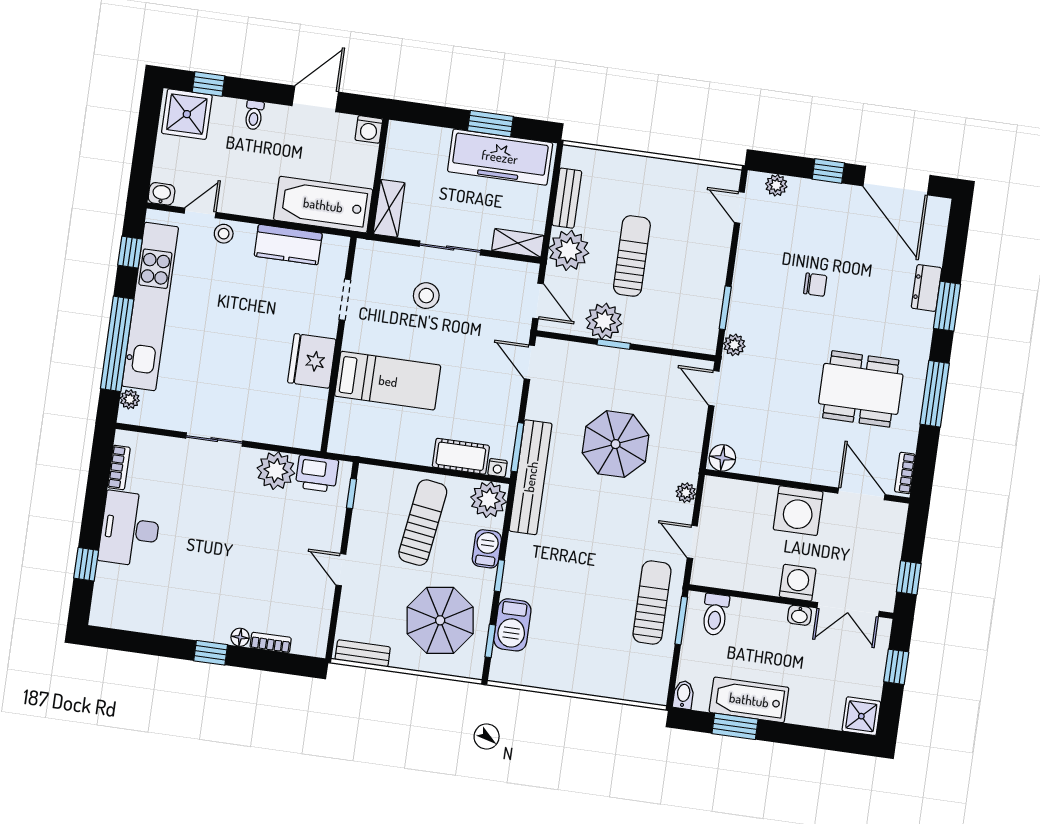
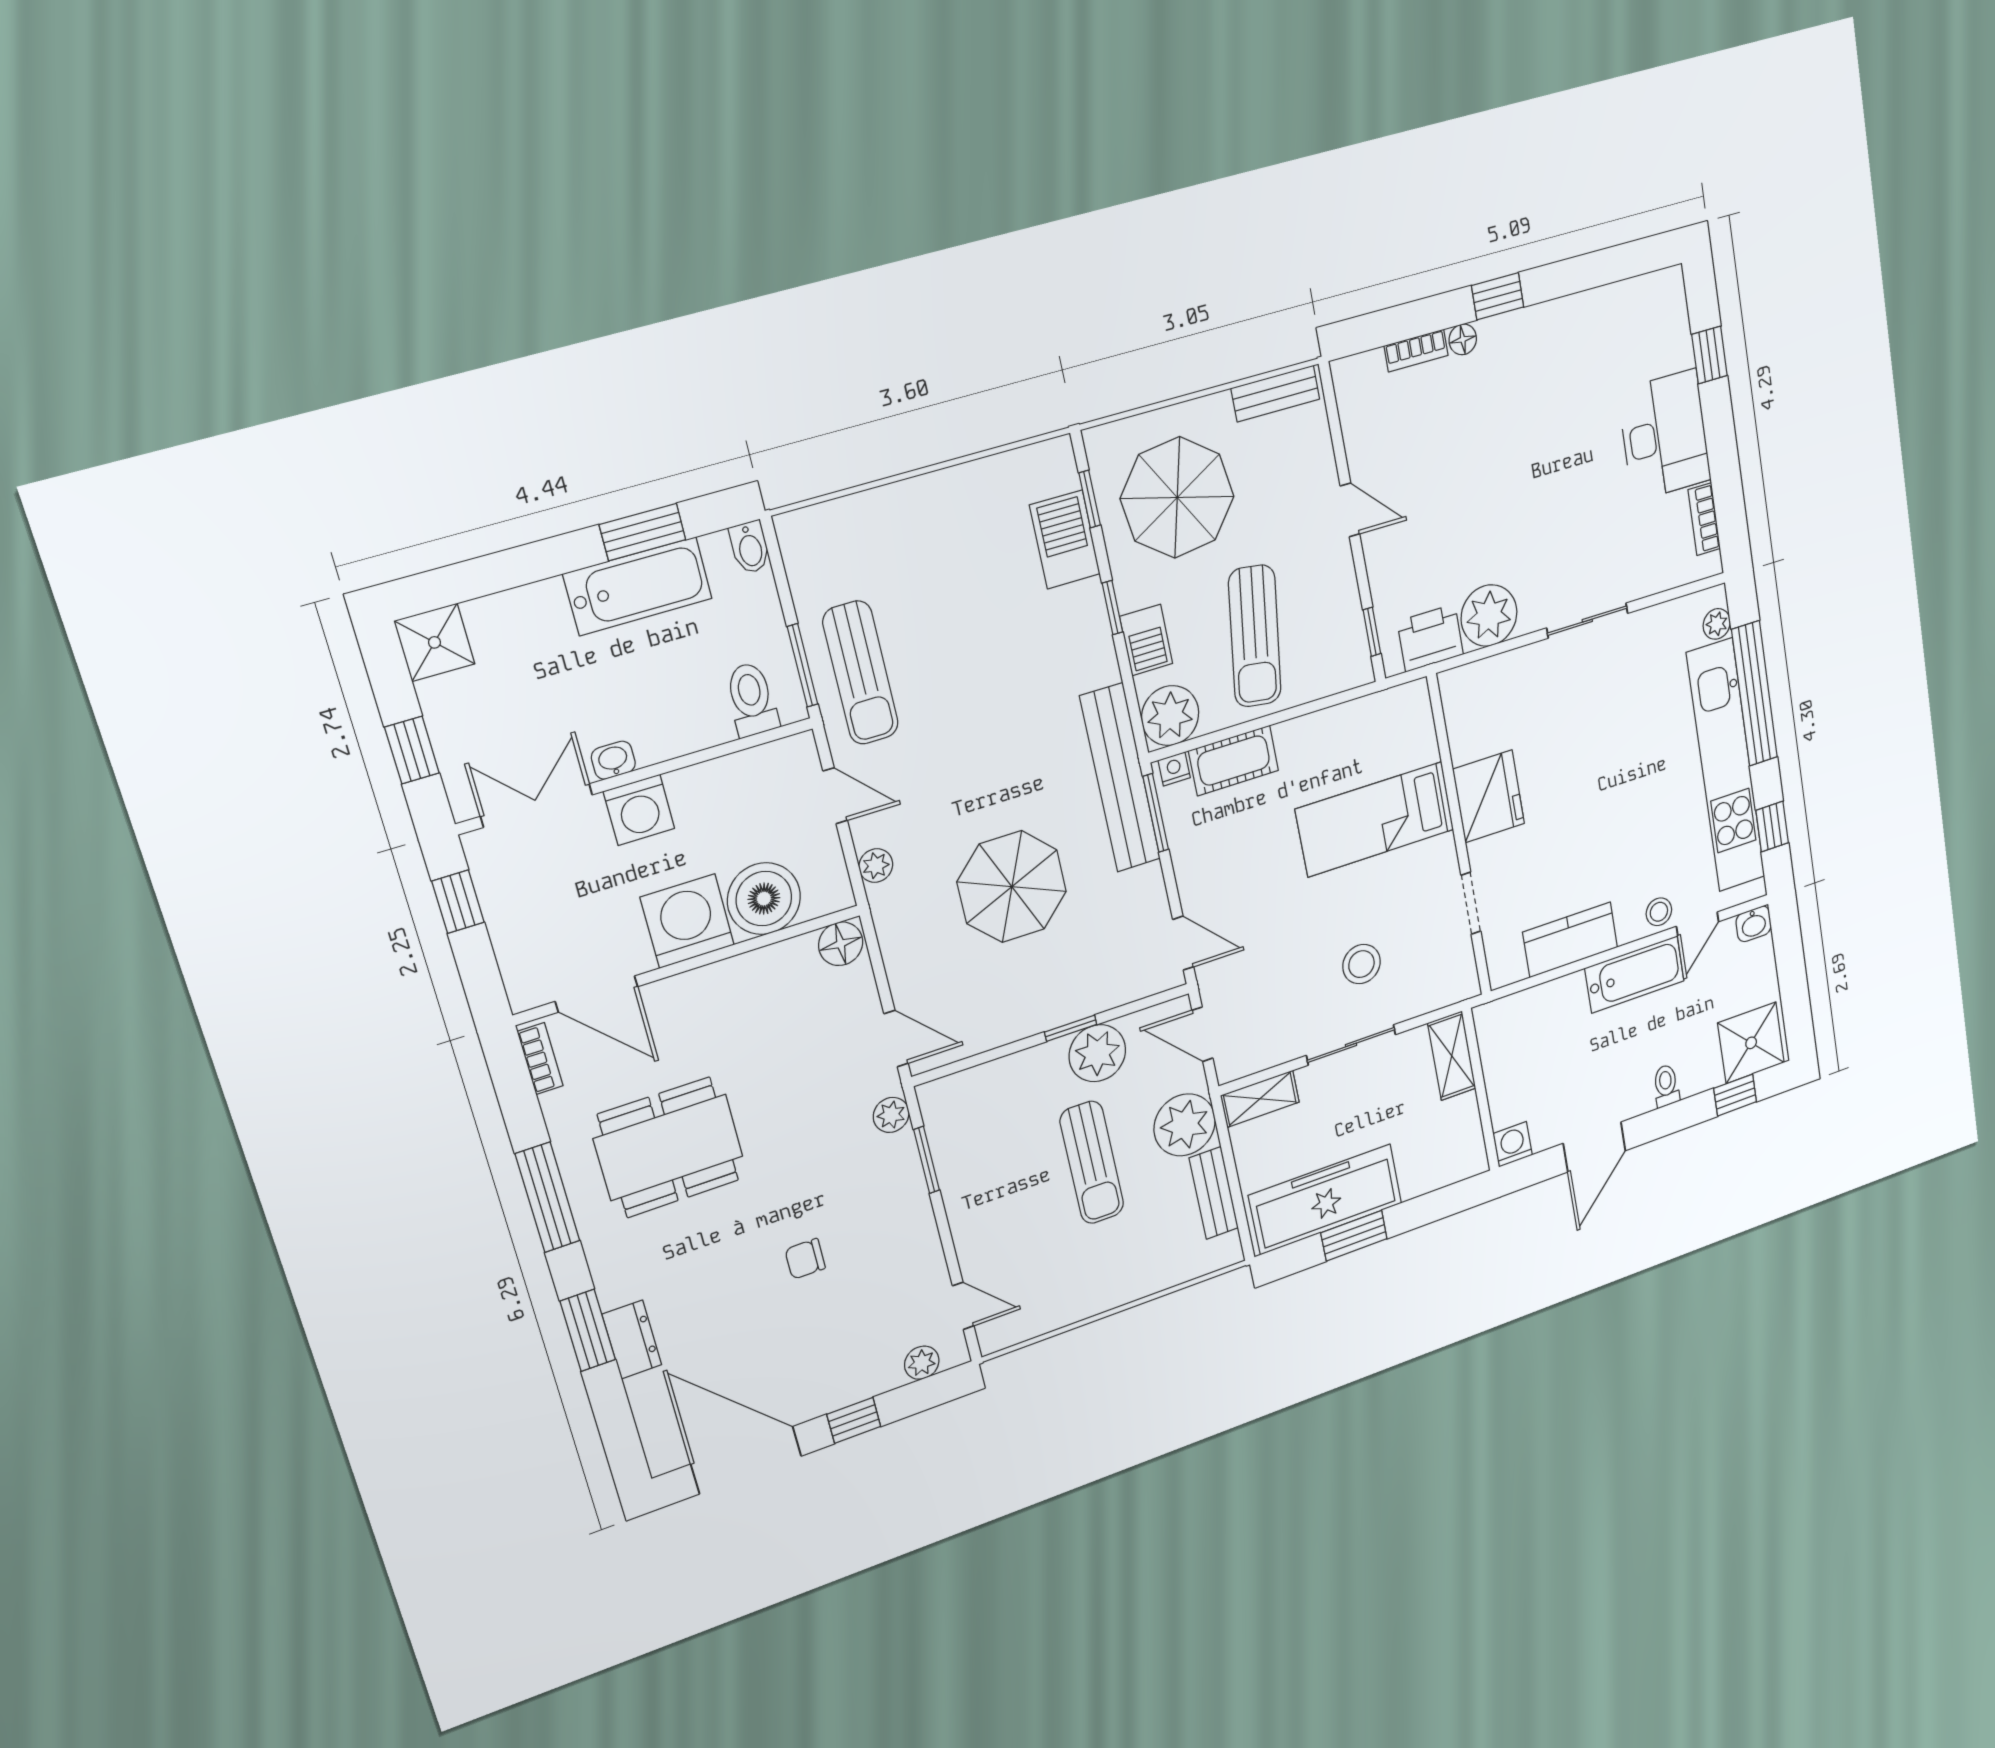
bathtub: (323, 205) -> (1635, 974), moved, width x0.73, depth x0.73
boiler: (753, 503) -> (764, 899), added

